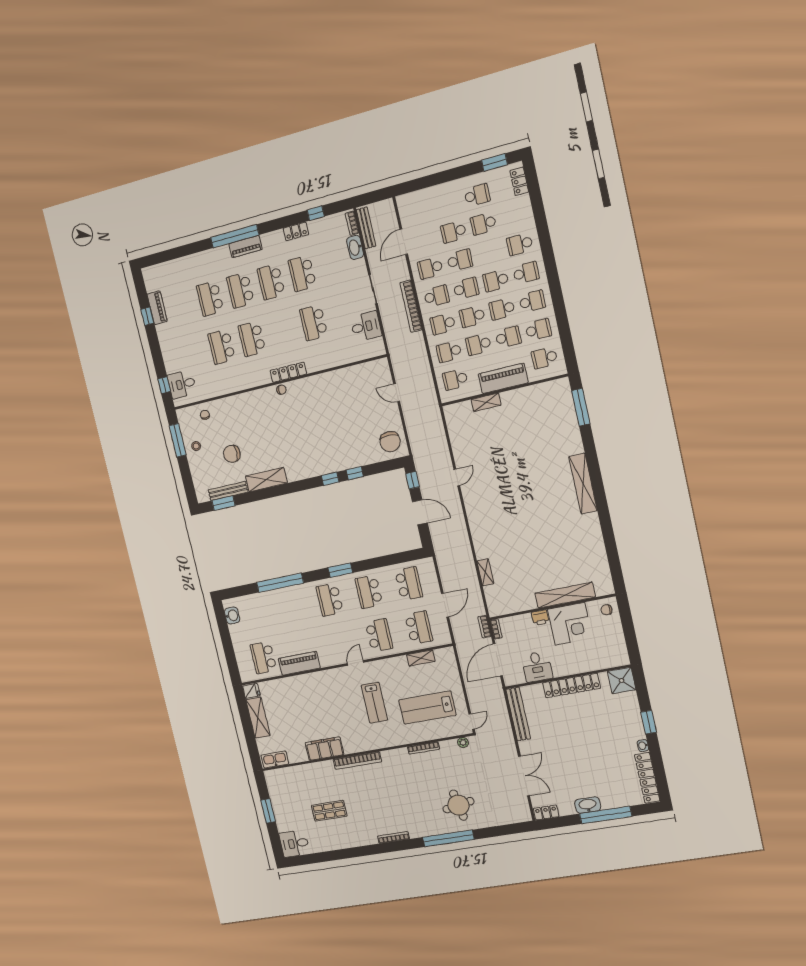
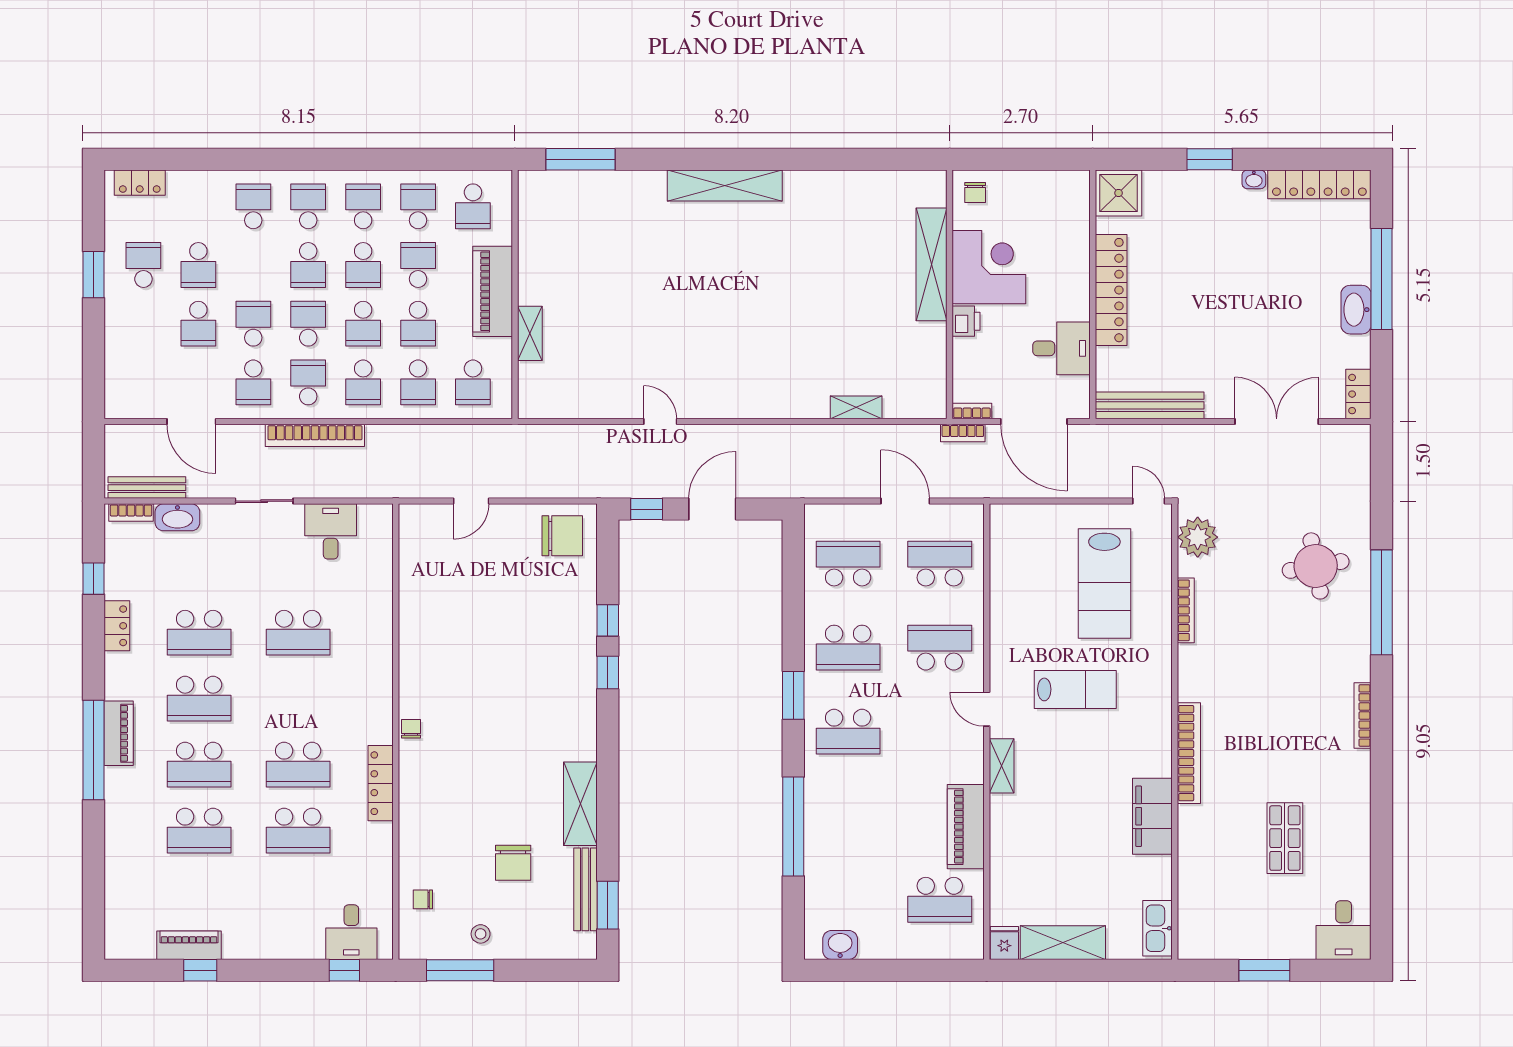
window: (494, 162) -> (94, 275), moved
school desk: (520, 244) -> (253, 206), turned 180
locker: (288, 372) -> (381, 783), moved
shelving: (421, 658) -> (1002, 766), moved
plant: (463, 742) -> (1198, 537), width x1.87, depth x1.87

